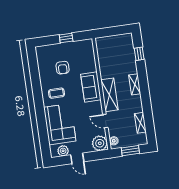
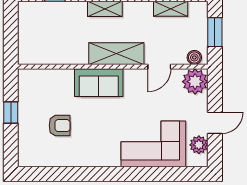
coffee table: (56, 93) -> (101, 142), removed

